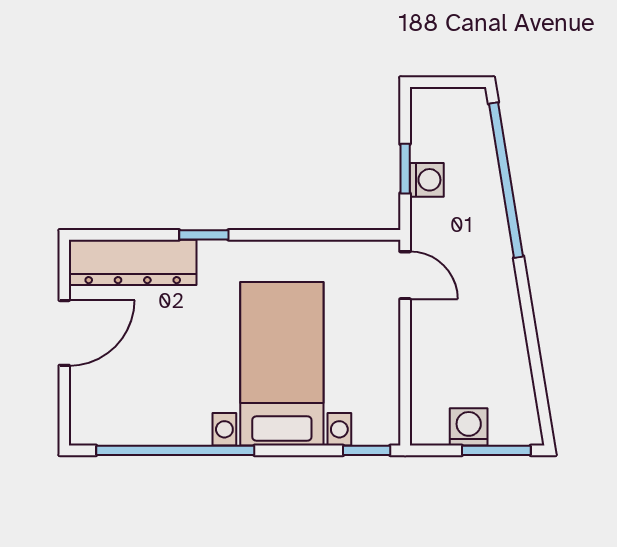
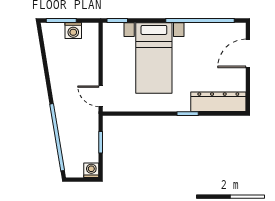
washing machine: (427, 180) -> (91, 170), moved, turned 90
door: (64, 333) -> (248, 53), moved

